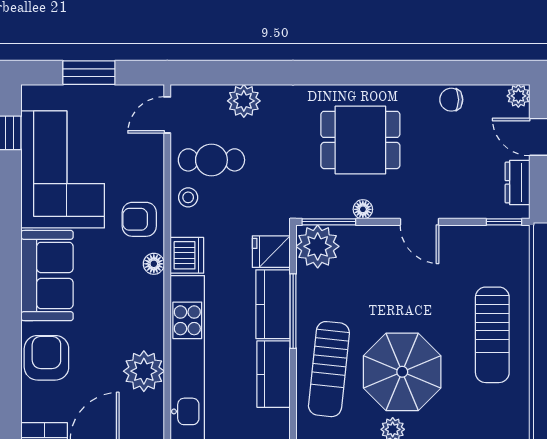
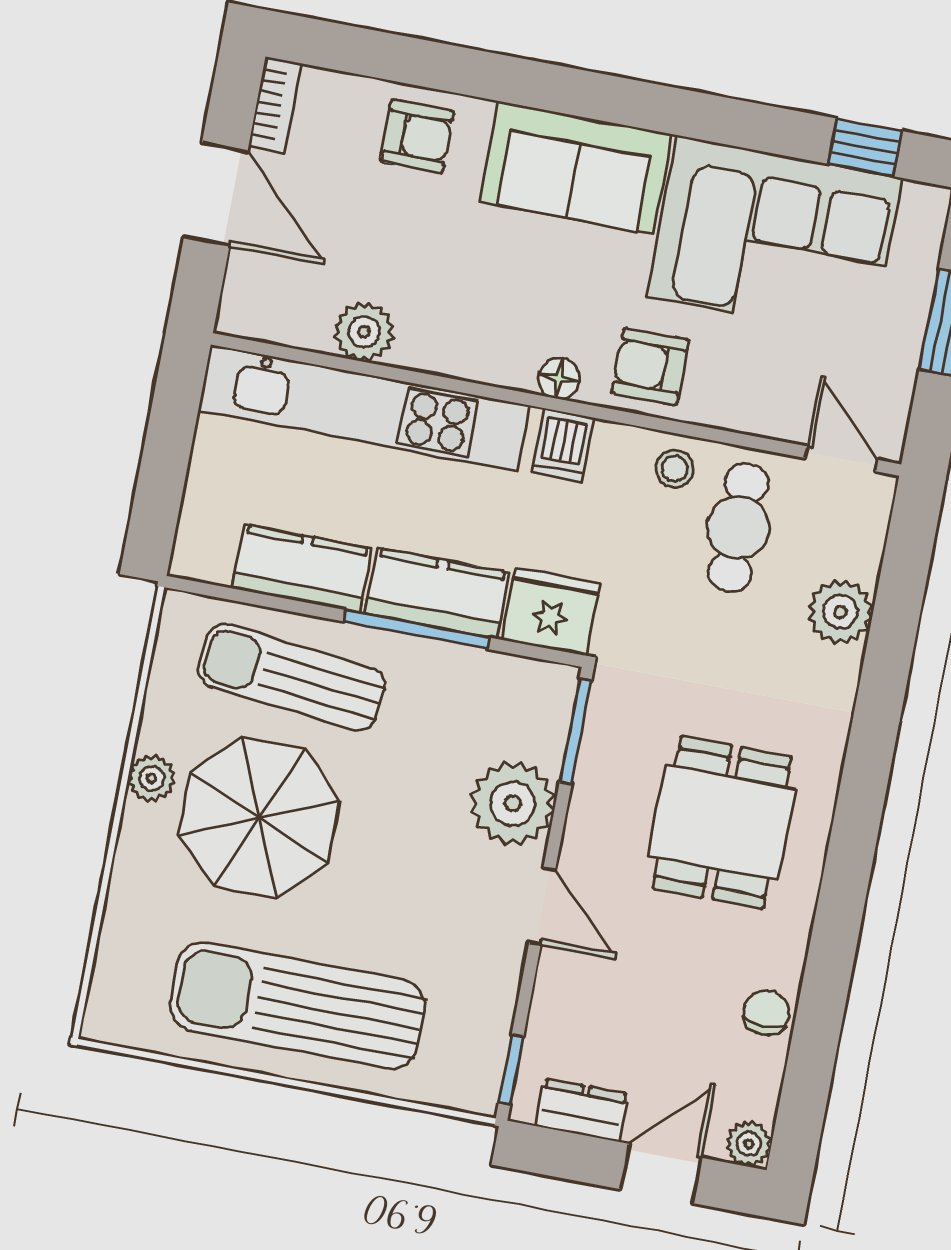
floor lamp: (363, 209) -> (587, 802), removed
armchair: (139, 219) -> (650, 366), turned -90
door: (419, 222) -> (542, 906), swing flipped
plant: (318, 246) -> (513, 803), moved
fridge: (271, 252) -> (551, 611), width x1.38
dishwasher: (187, 255) -> (563, 445), width x0.73
sun lounger: (492, 335) -> (297, 1005), width x1.36, depth x1.34
armchair: (46, 358) -> (417, 136), width x0.72, depth x0.72
plant: (144, 371) -> (364, 332), width x0.73, depth x0.73

